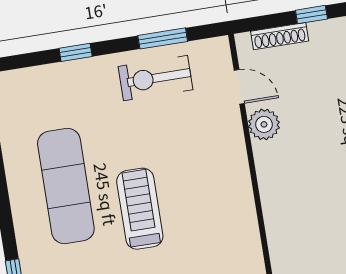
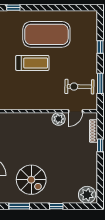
exercise bike: (156, 78) -> (79, 87), moved, turned -89
exercise mat: (66, 186) -> (46, 34), width x1.47

